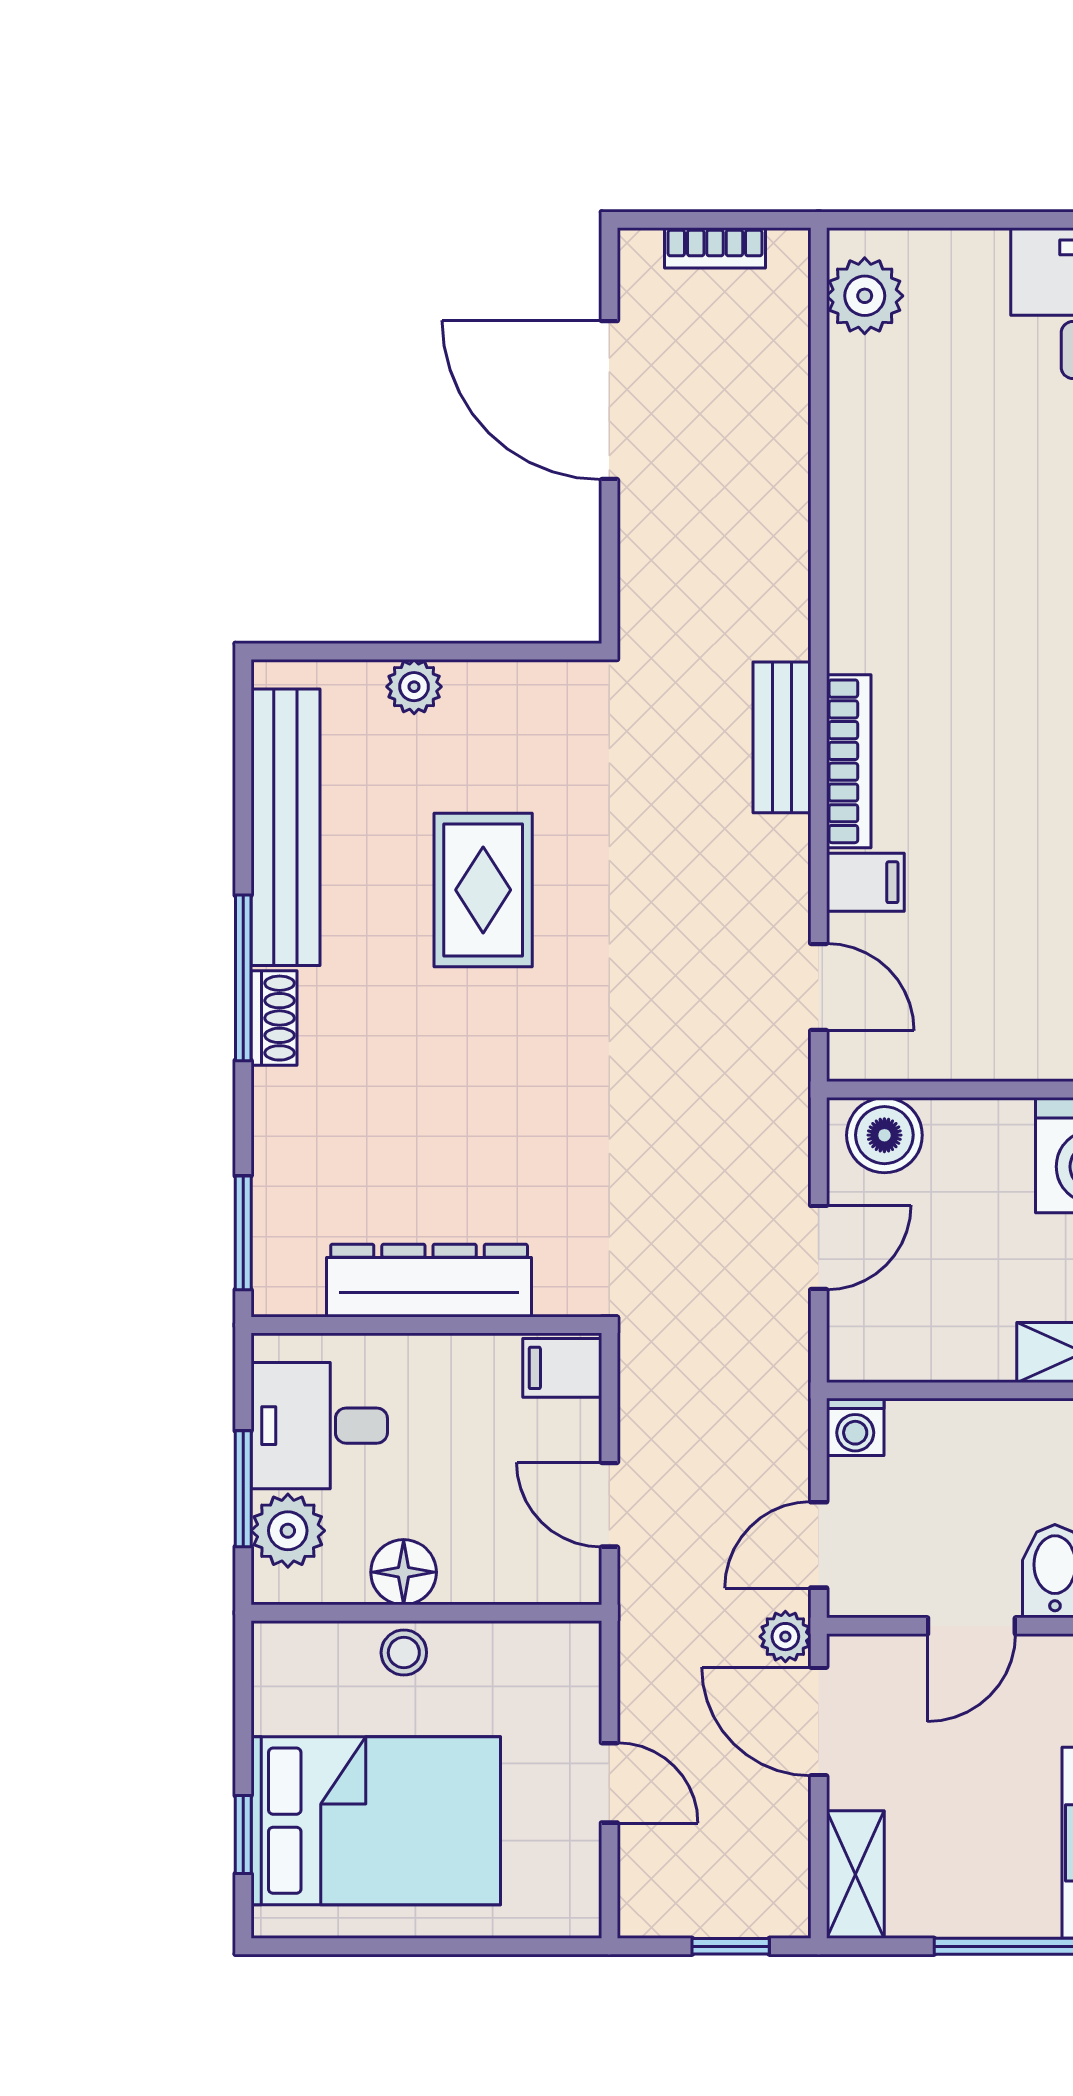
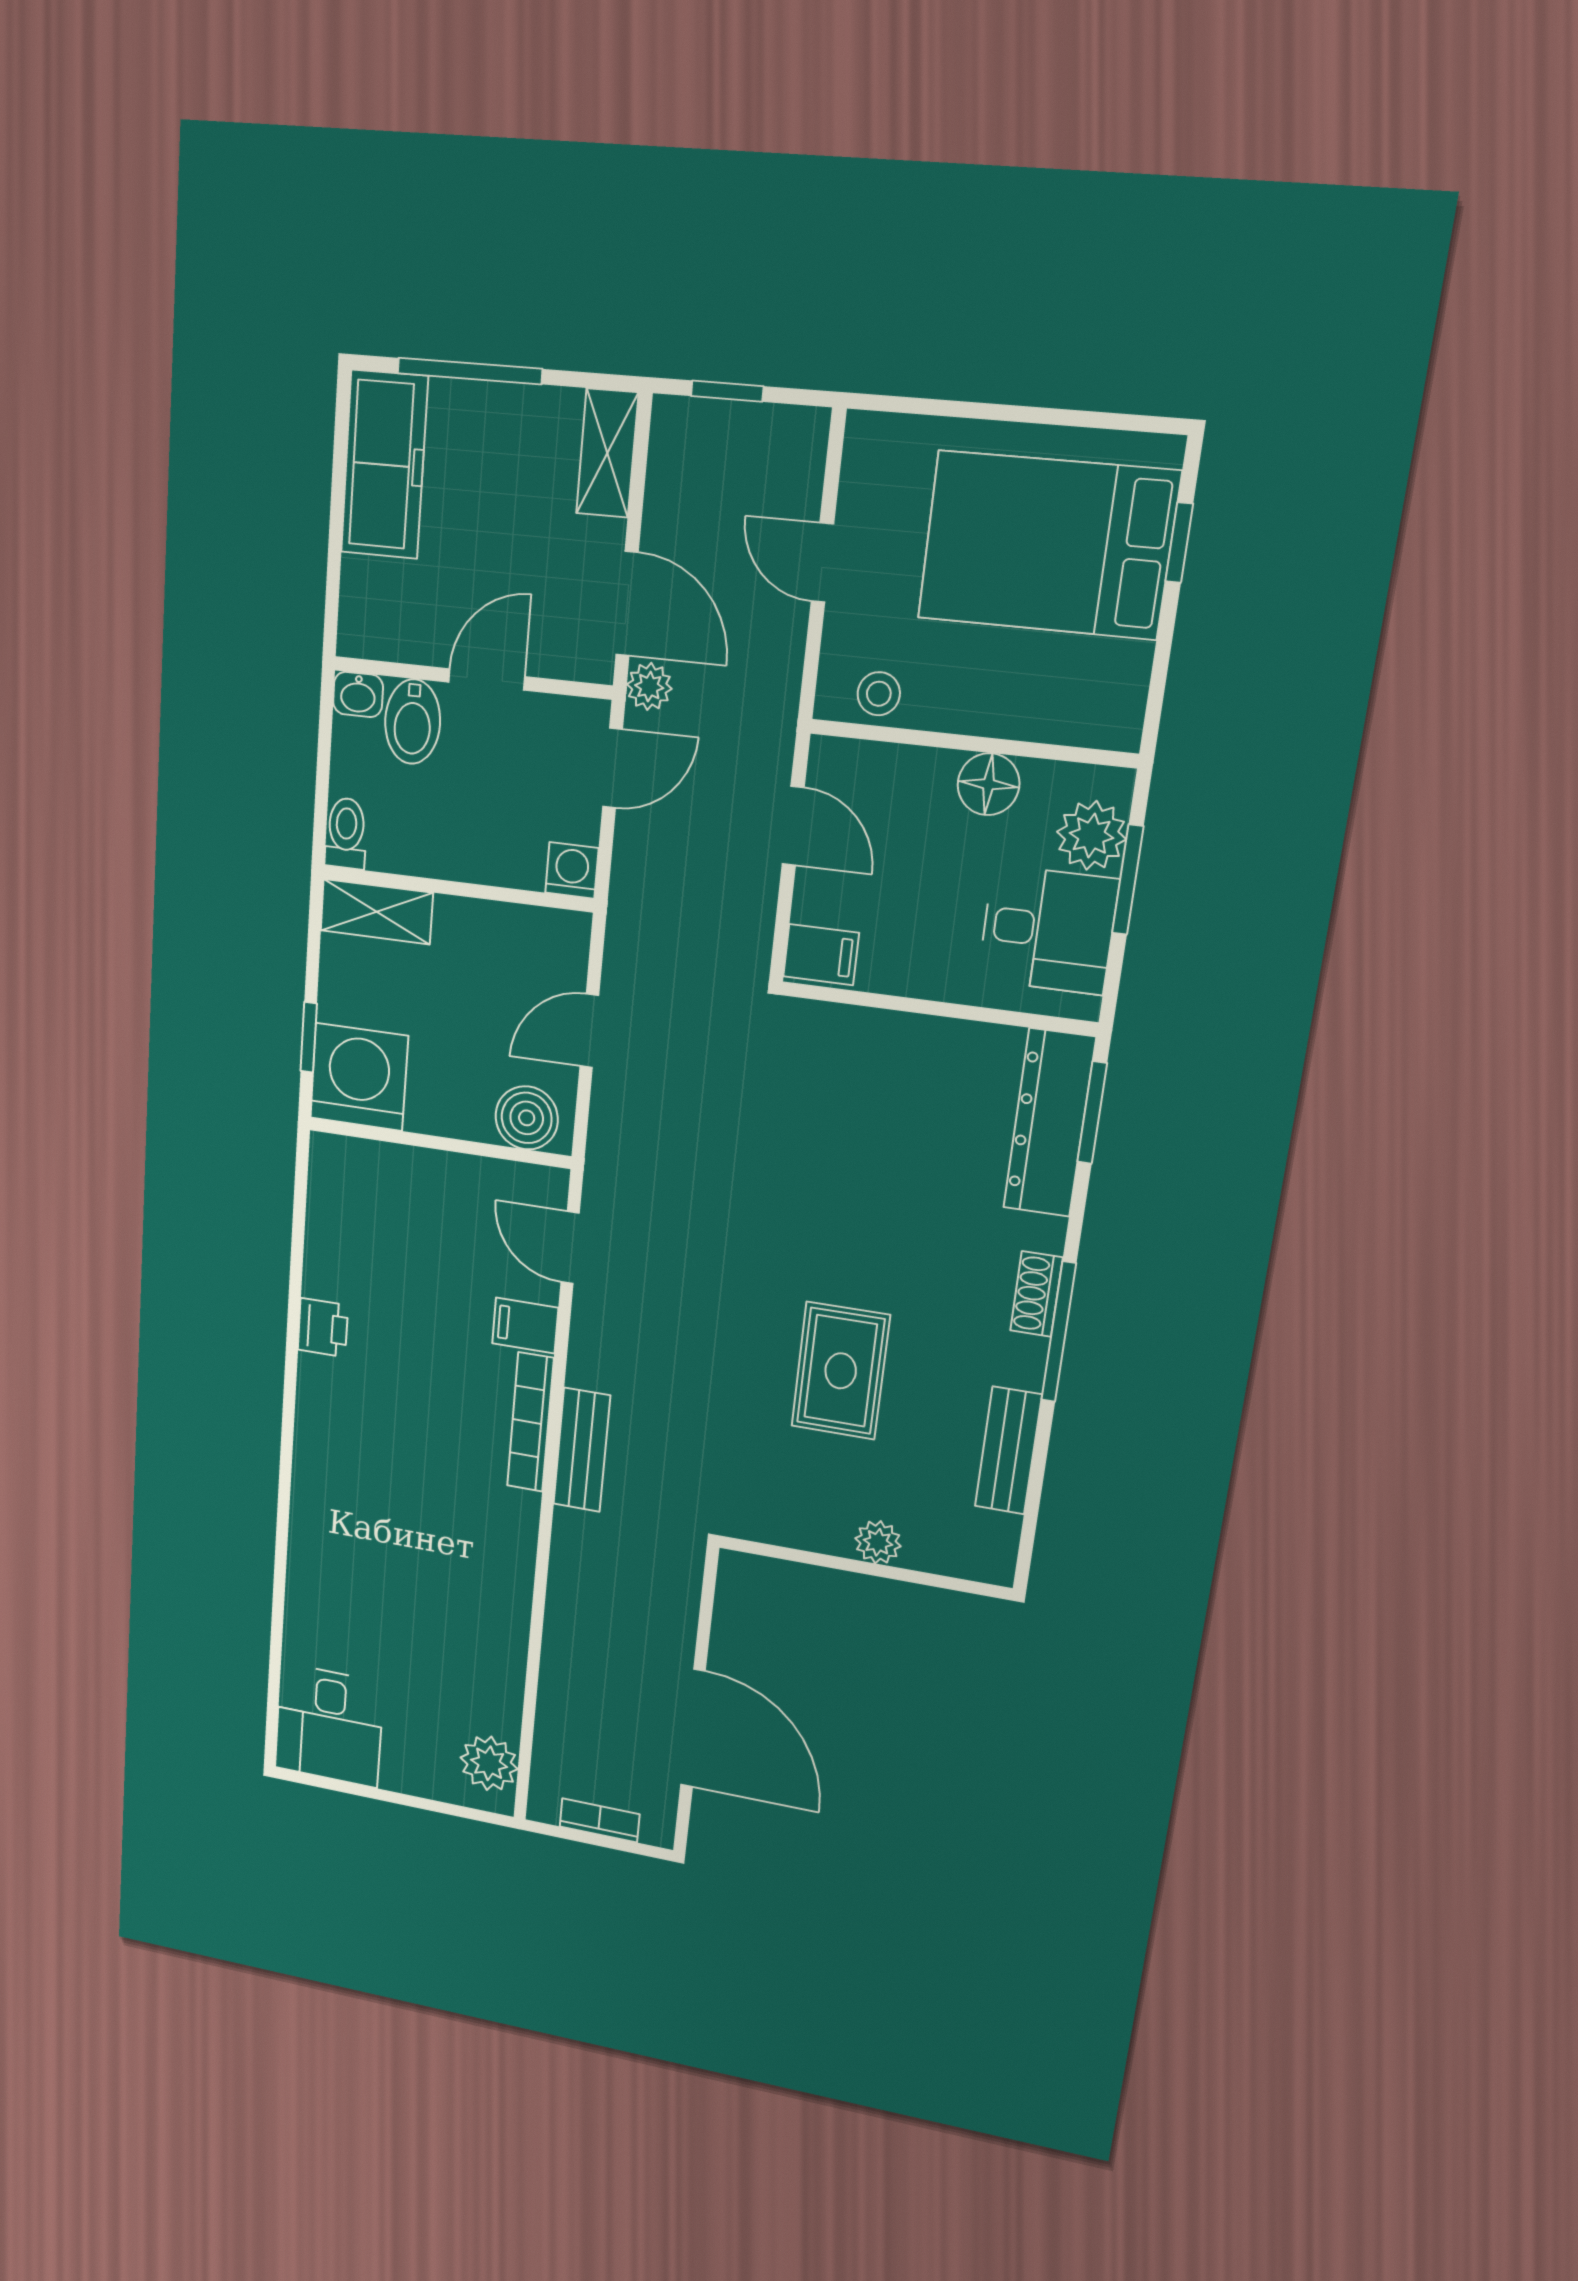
bench: (285, 827) -> (1008, 1451), width x0.54, depth x0.82
dresser: (429, 1281) -> (1049, 1123), moved, turned 90
stool: (404, 1653) -> (879, 694), moved

